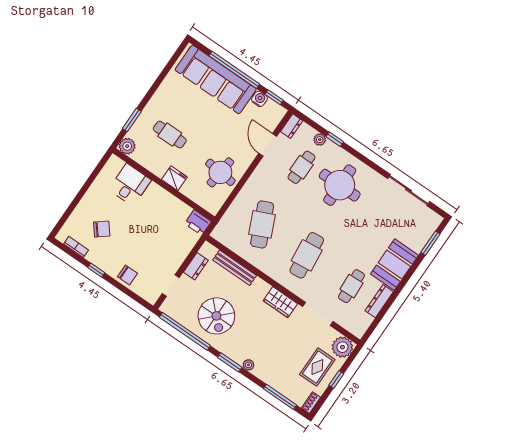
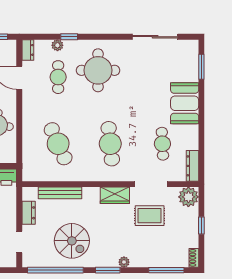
dresser: (379, 301) -> (192, 166), moved
rug: (317, 367) -> (150, 216), moved, turned 90

